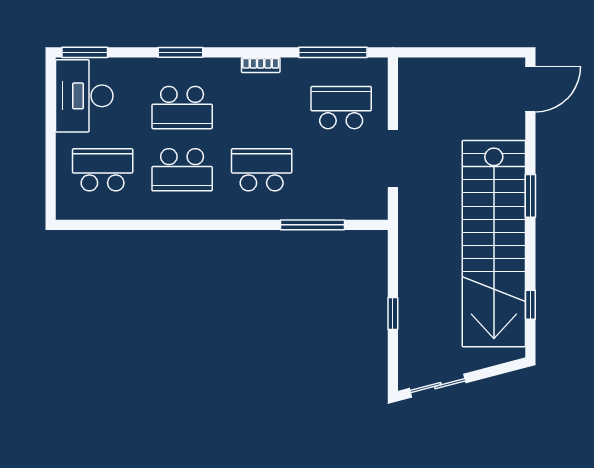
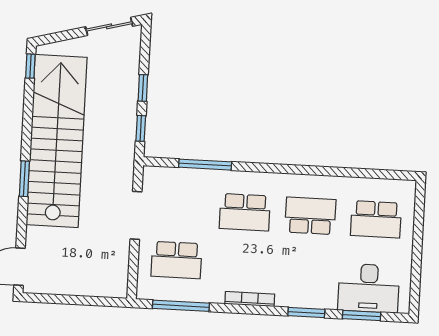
window: (85, 52) -> (362, 316), moved
bookcase: (261, 65) -> (250, 299), width x1.56
desk: (84, 96) -> (369, 288), moved, turned 90
school desk: (182, 108) -> (308, 267), removed
window: (393, 264) -> (141, 128), added
window: (530, 305) -> (30, 66), moved

